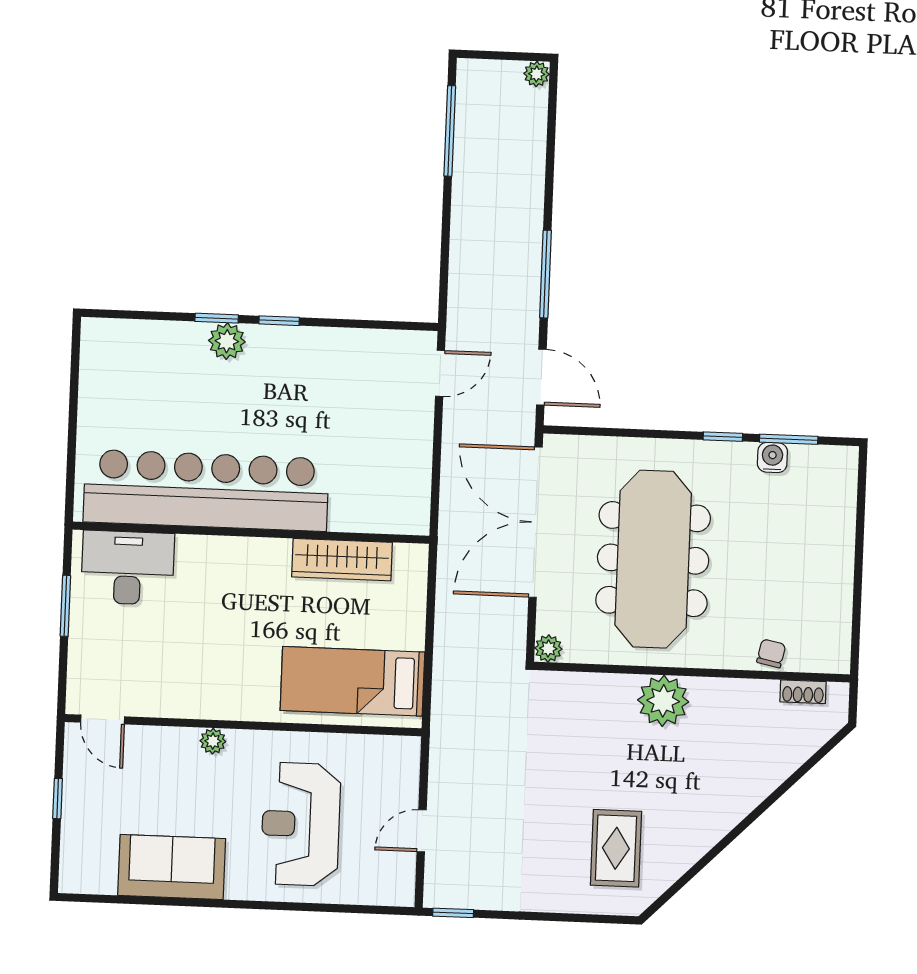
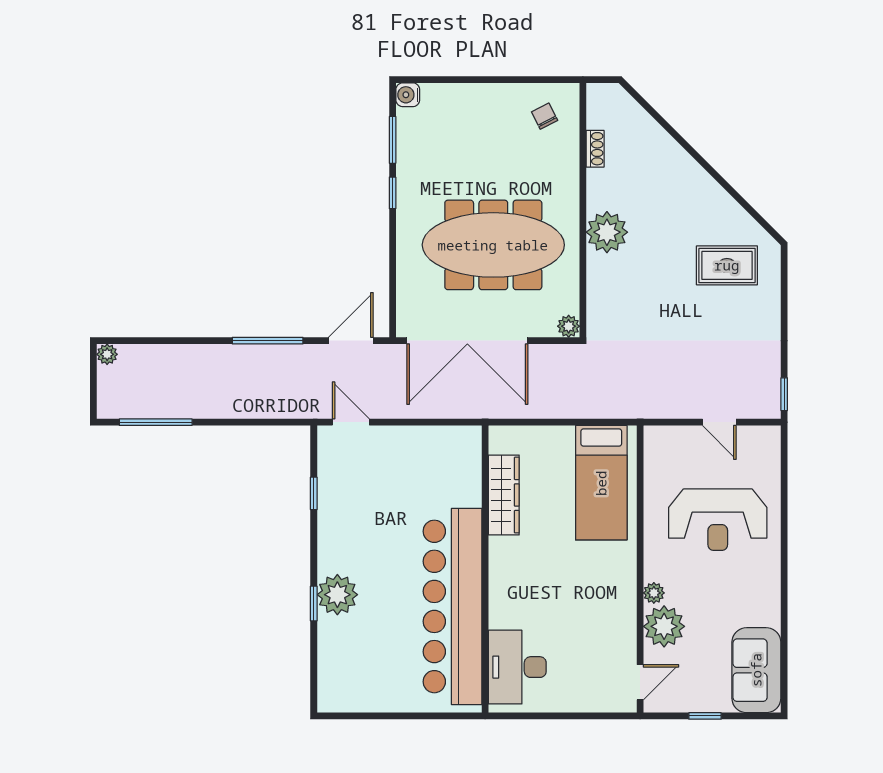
window: (279, 321) -> (314, 493), moved
plant: (227, 341) -> (337, 595), width x1.36, depth x1.36
water cooler: (772, 457) -> (408, 95), moved
window: (65, 606) -> (550, 716), removed
chair: (771, 653) -> (545, 116), moved, turned 51
shoe rack: (803, 692) -> (595, 149), moved
plant: (171, 752) -> (664, 626), added
sofa: (172, 867) -> (756, 670), moved

